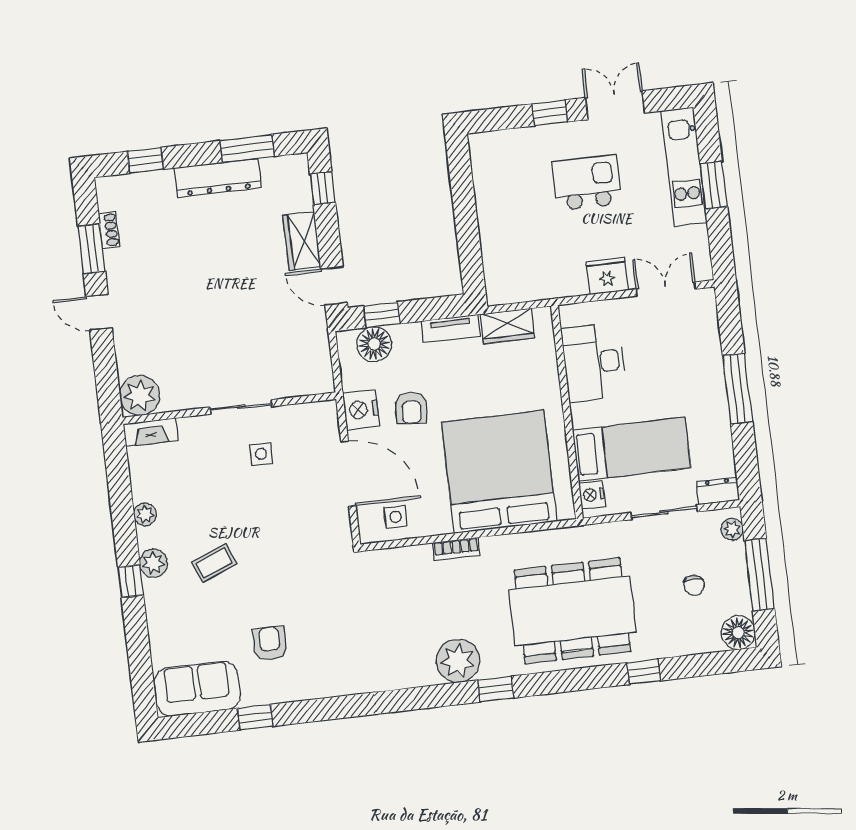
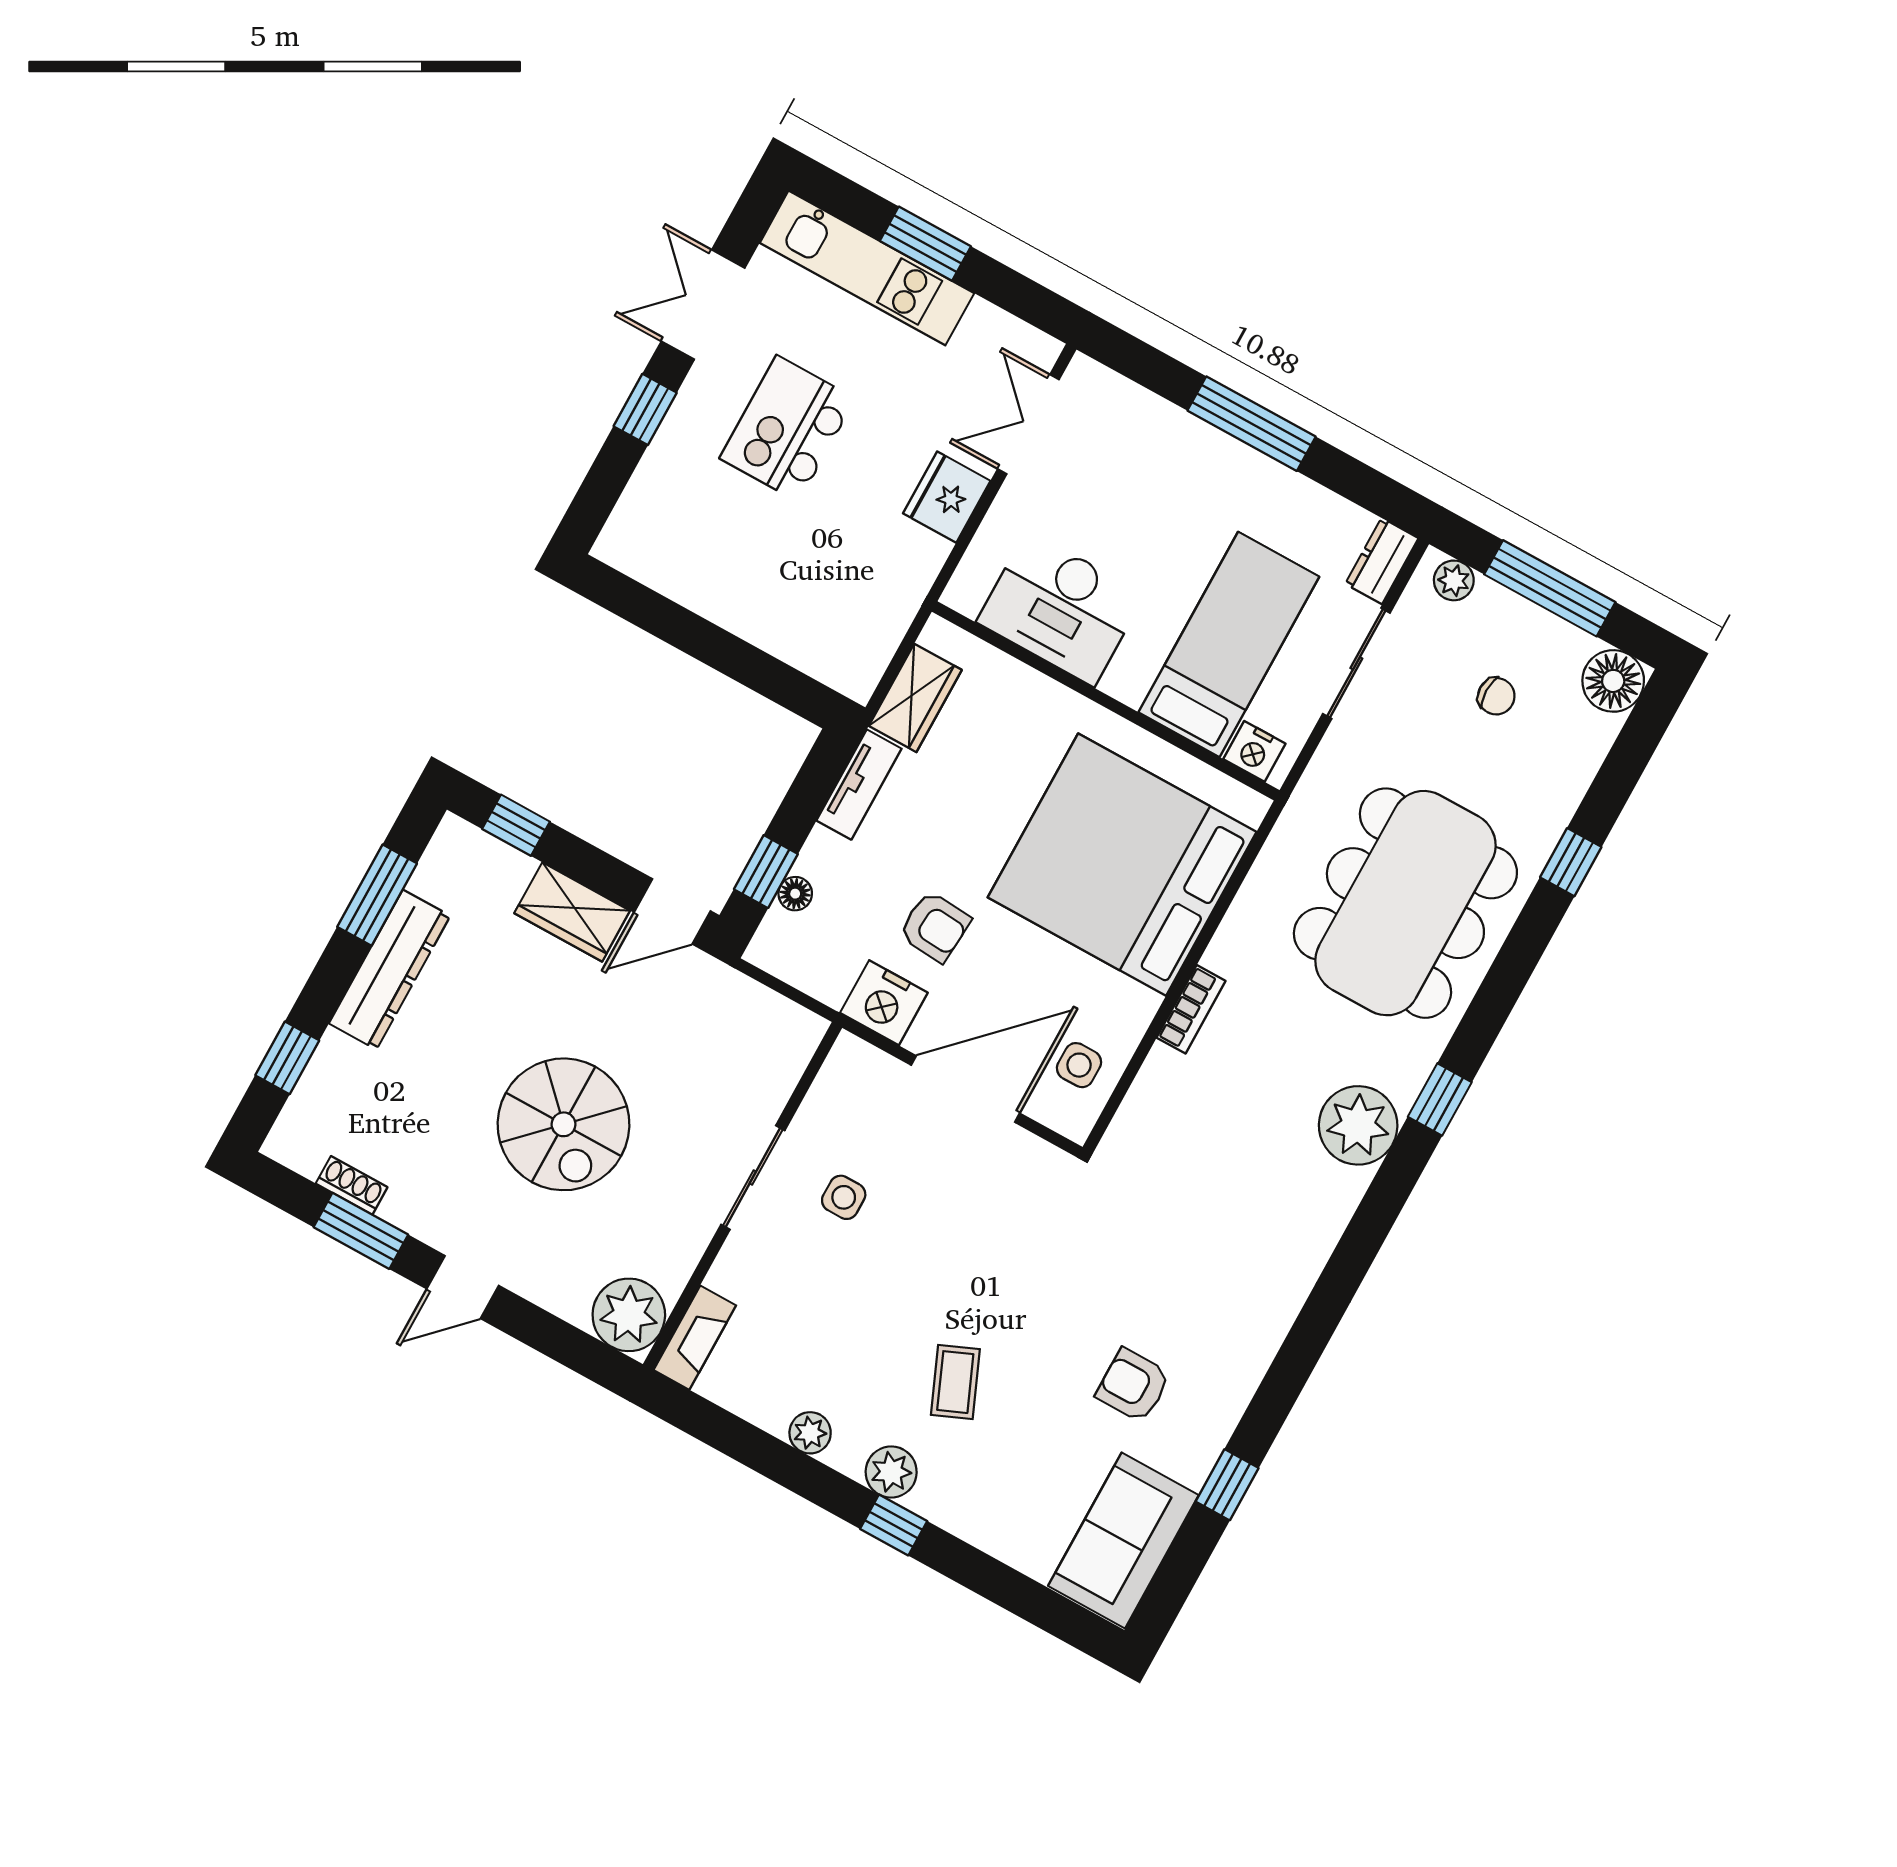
spiral stairs: (204, 305) -> (564, 1124), added
floor lamp: (374, 344) -> (795, 894), width x0.53, depth x0.53

